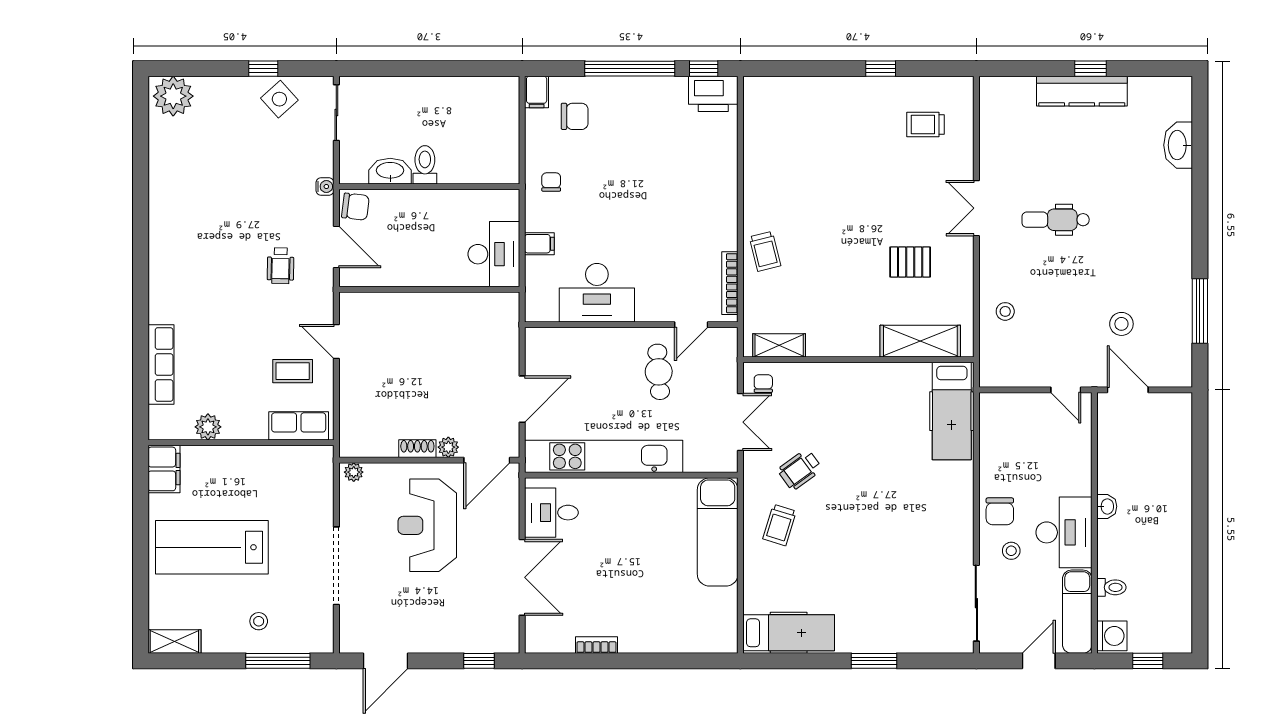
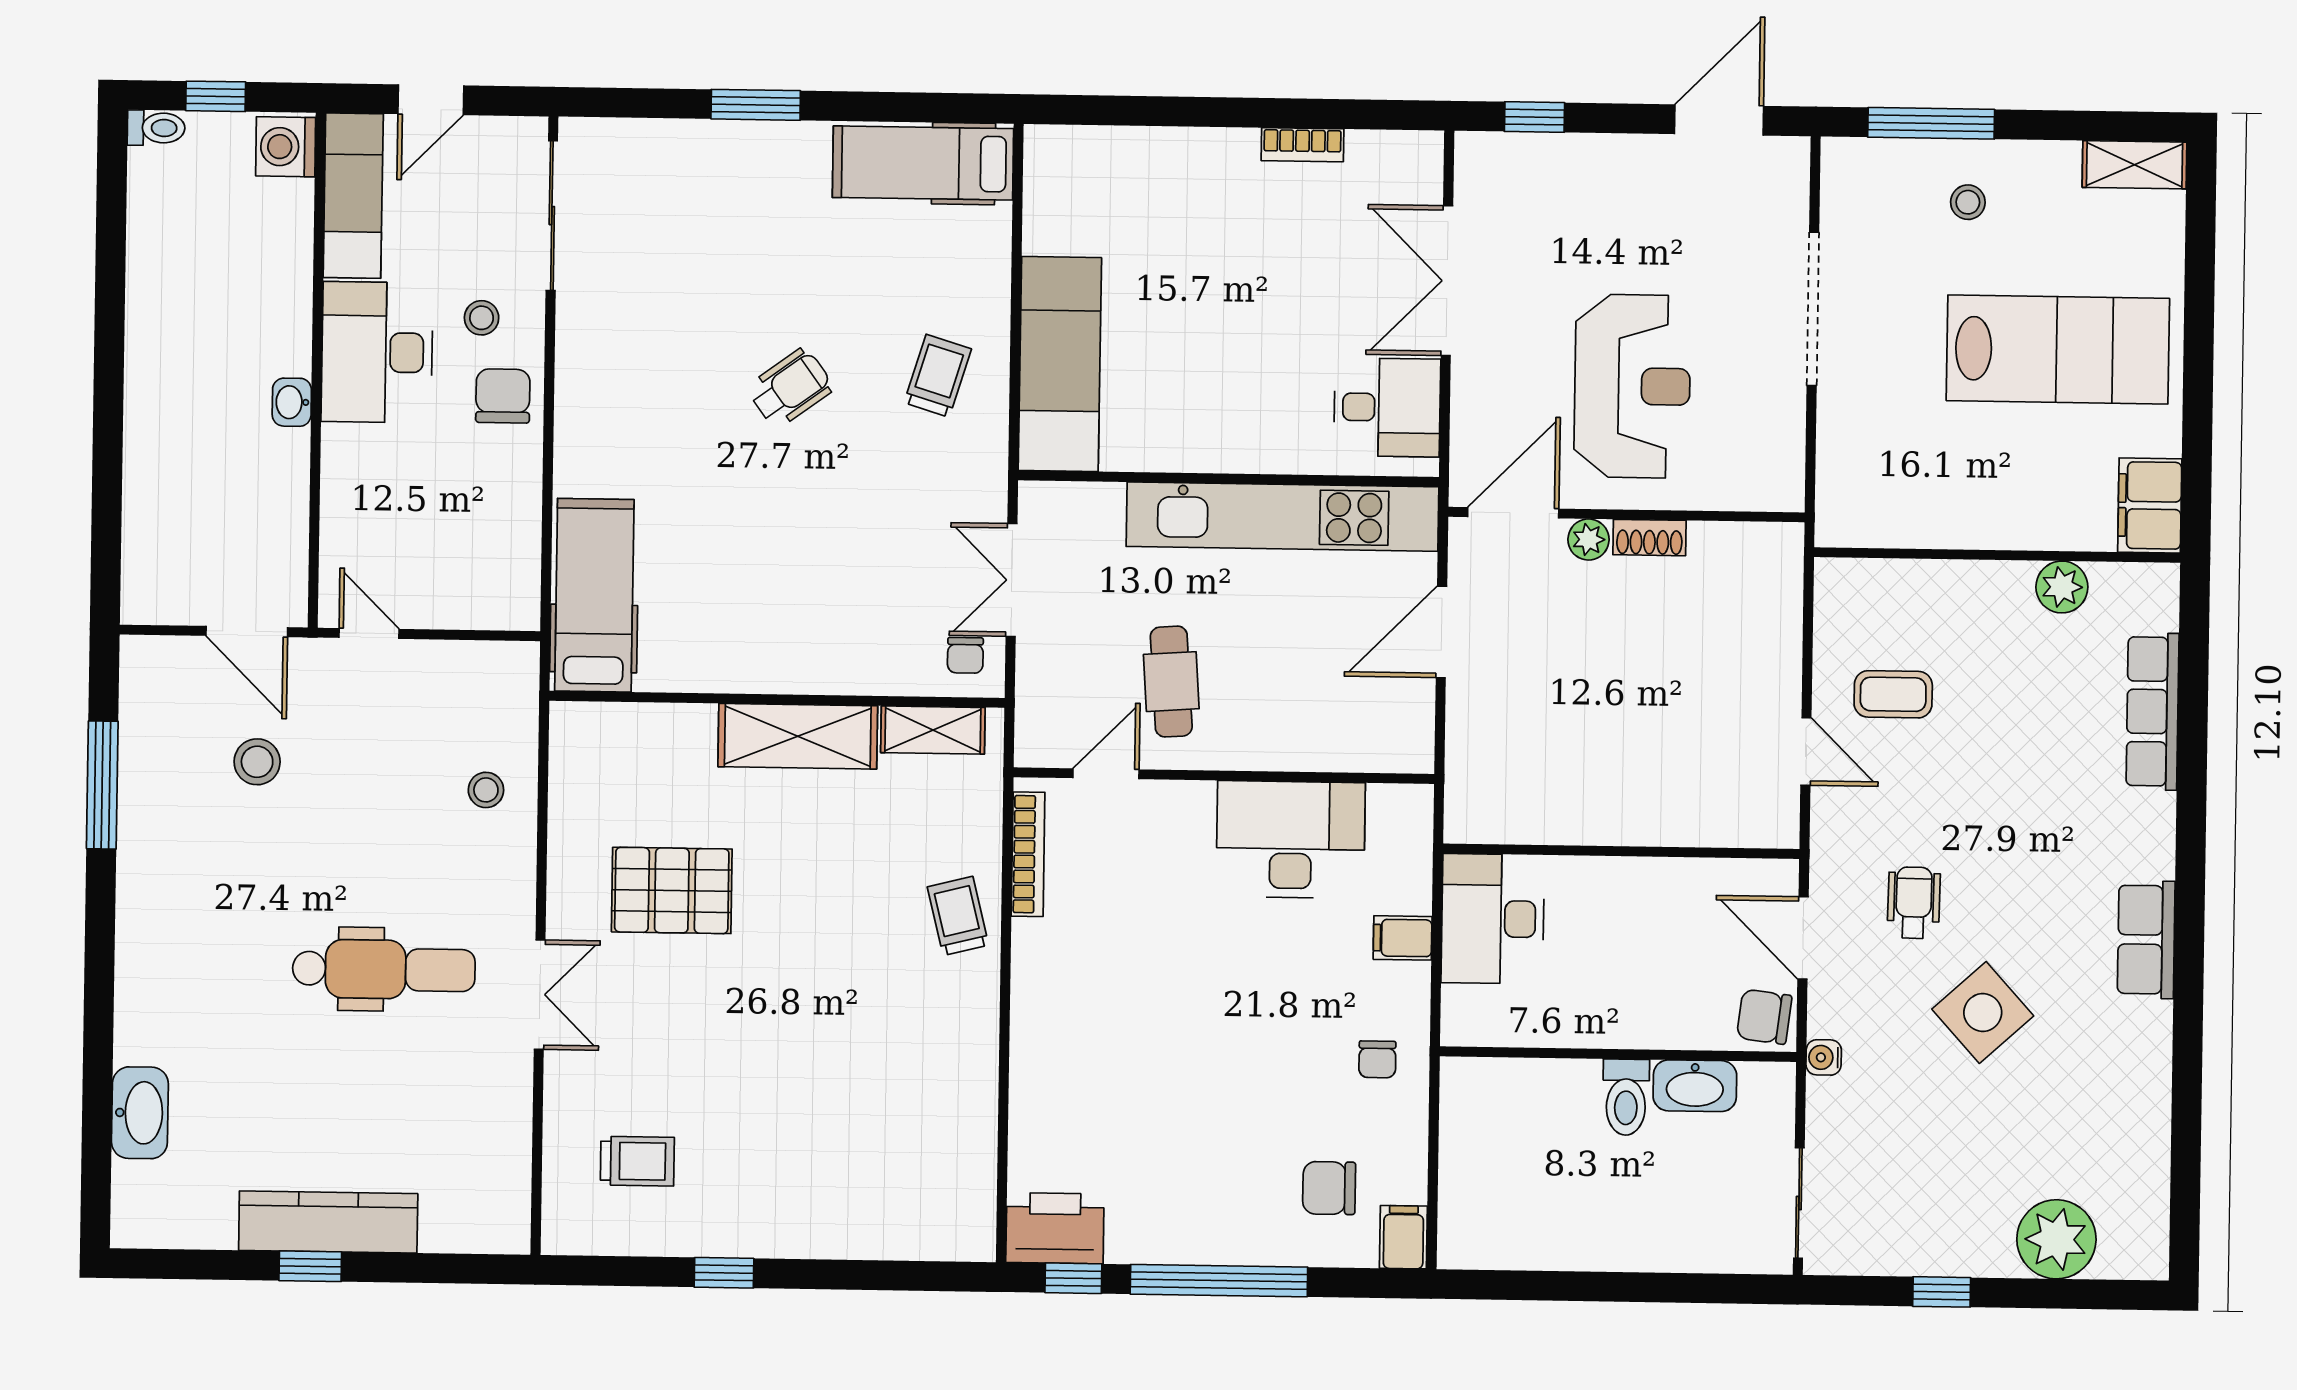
plant: (173, 96) -> (2056, 1239), moved
side table: (279, 99) -> (1983, 1013), moved, width x1.37, depth x1.37
dental chair: (1056, 220) -> (384, 969), width x1.36, depth x1.38
pallet: (910, 262) -> (672, 890), width x1.50, depth x1.42
shelving: (920, 341) -> (798, 736), moved
row of seats: (299, 426) -> (2146, 940), moved, turned 90
wheelchair: (800, 470) -> (790, 388), moved
plant: (354, 472) -> (1776, 493), removed
toilet: (1111, 587) -> (156, 128), moved, turned 180

